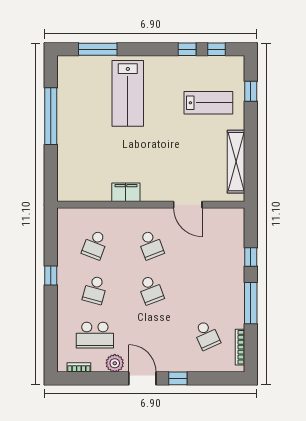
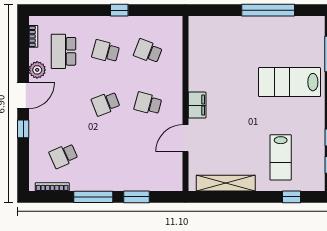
filing cabinet: (126, 192) -> (197, 105), moved
school desk: (151, 245) -> (148, 104), turned 36
window: (251, 257) -> (136, 197), width x1.50

